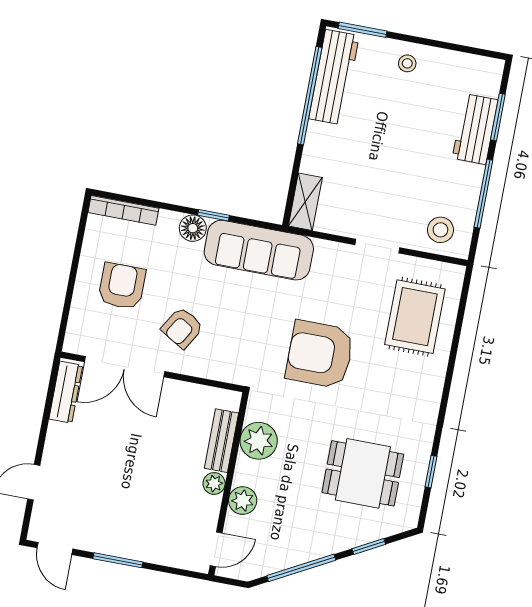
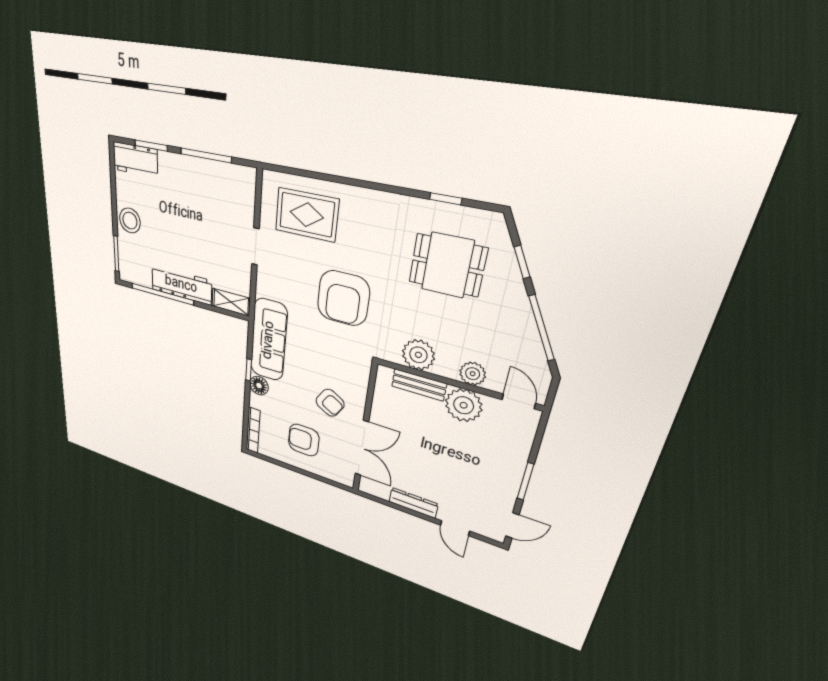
stool: (407, 63) -> (130, 221), width x1.89, depth x1.89
workbench: (334, 77) -> (181, 285), moved
workbench: (475, 129) -> (135, 160), moved
stool: (440, 230) -> (237, 193), removed
dresser: (66, 392) -> (413, 503), moved
dining table: (363, 473) -> (448, 265), turned 90
plant: (214, 484) -> (464, 405), width x1.87, depth x1.87

